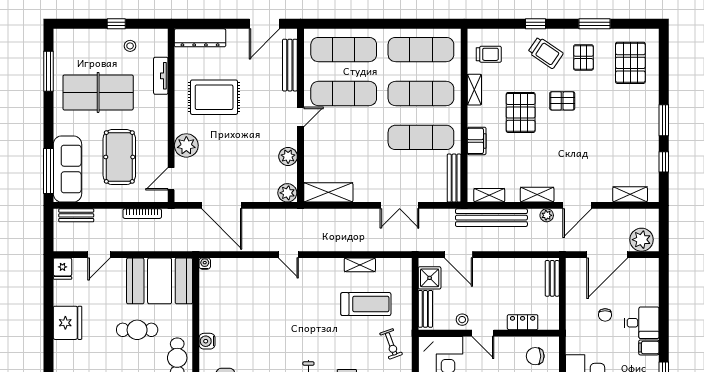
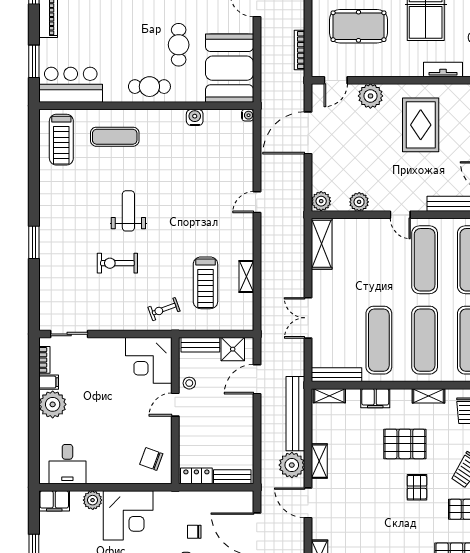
door: (171, 179) -> (336, 80), swing flipped
shelving: (489, 195) -> (329, 396), moved, turned 90
plant: (547, 215) -> (292, 465), width x1.88, depth x1.88
locker: (523, 322) -> (196, 476), moved, turned -90
water cooler: (207, 341) -> (195, 117), moved
chair: (535, 356) -> (151, 459), turned -70

